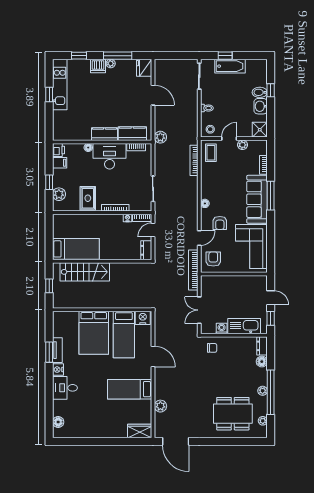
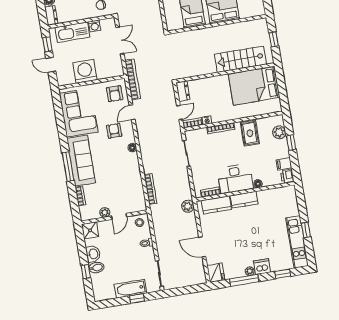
coffee table: (211, 153) -> (135, 199), removed
bed: (76, 249) -> (254, 86), width x1.50
washing machine: (239, 286) -> (85, 71), added
nightstand: (143, 318) -> (175, 23), removed

